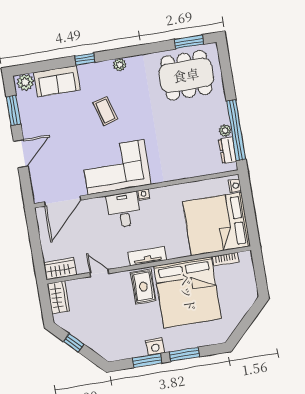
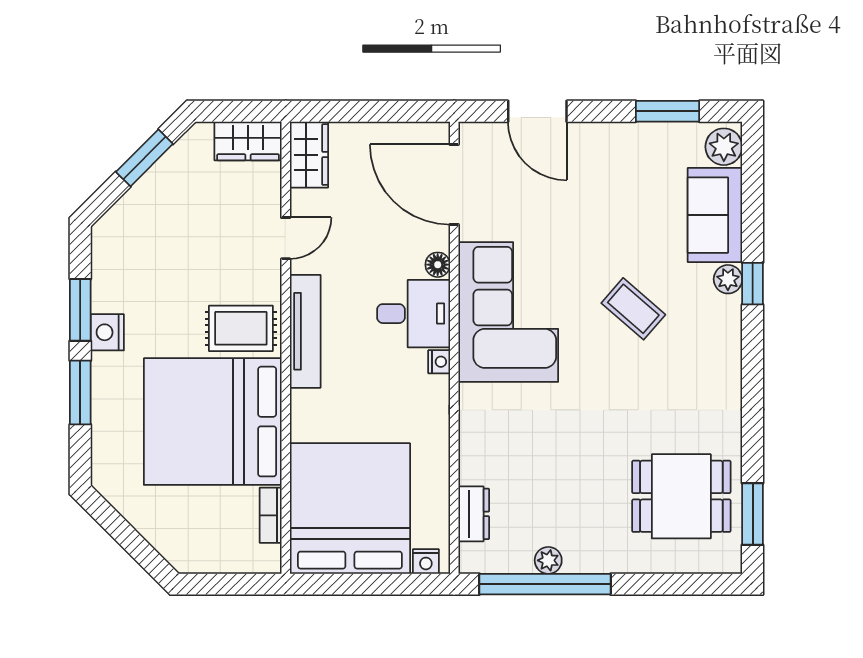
plant: (120, 65) -> (728, 279), moved
dining table: (186, 75) -> (681, 496), width x0.73
coffee table: (105, 111) -> (633, 309), turned 57
dresser: (227, 150) -> (474, 514), moved, turned 90
door: (21, 154) -> (537, 111), moved
floor lamp: (100, 203) -> (438, 265), added
tv unit: (147, 256) -> (305, 331), width x1.41
window: (74, 343) -> (144, 158), width x1.50

